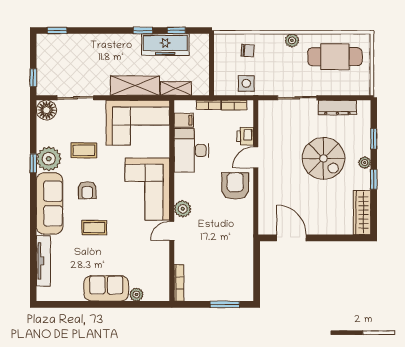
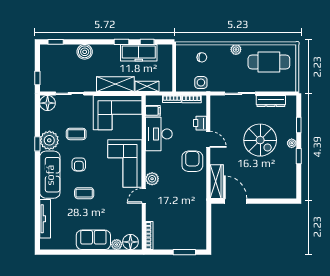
boiler: (95, 43) -> (85, 52), added
door: (256, 157) -> (208, 139), swing flipped
wardrobe: (362, 213) -> (217, 182), moved, turned 180
floor lamp: (154, 291) -> (130, 242), added

